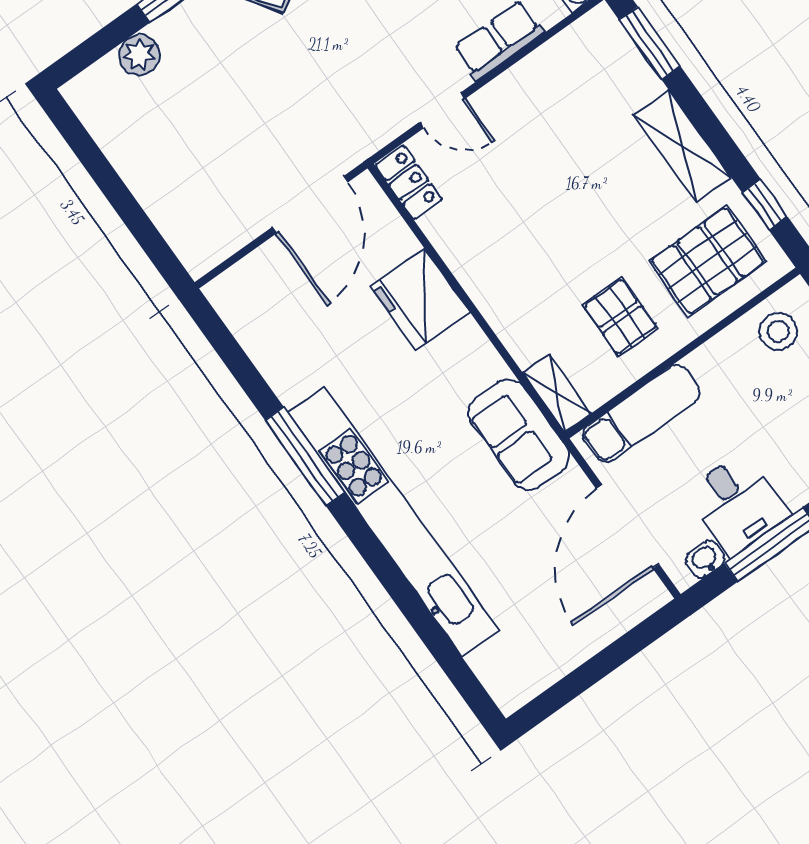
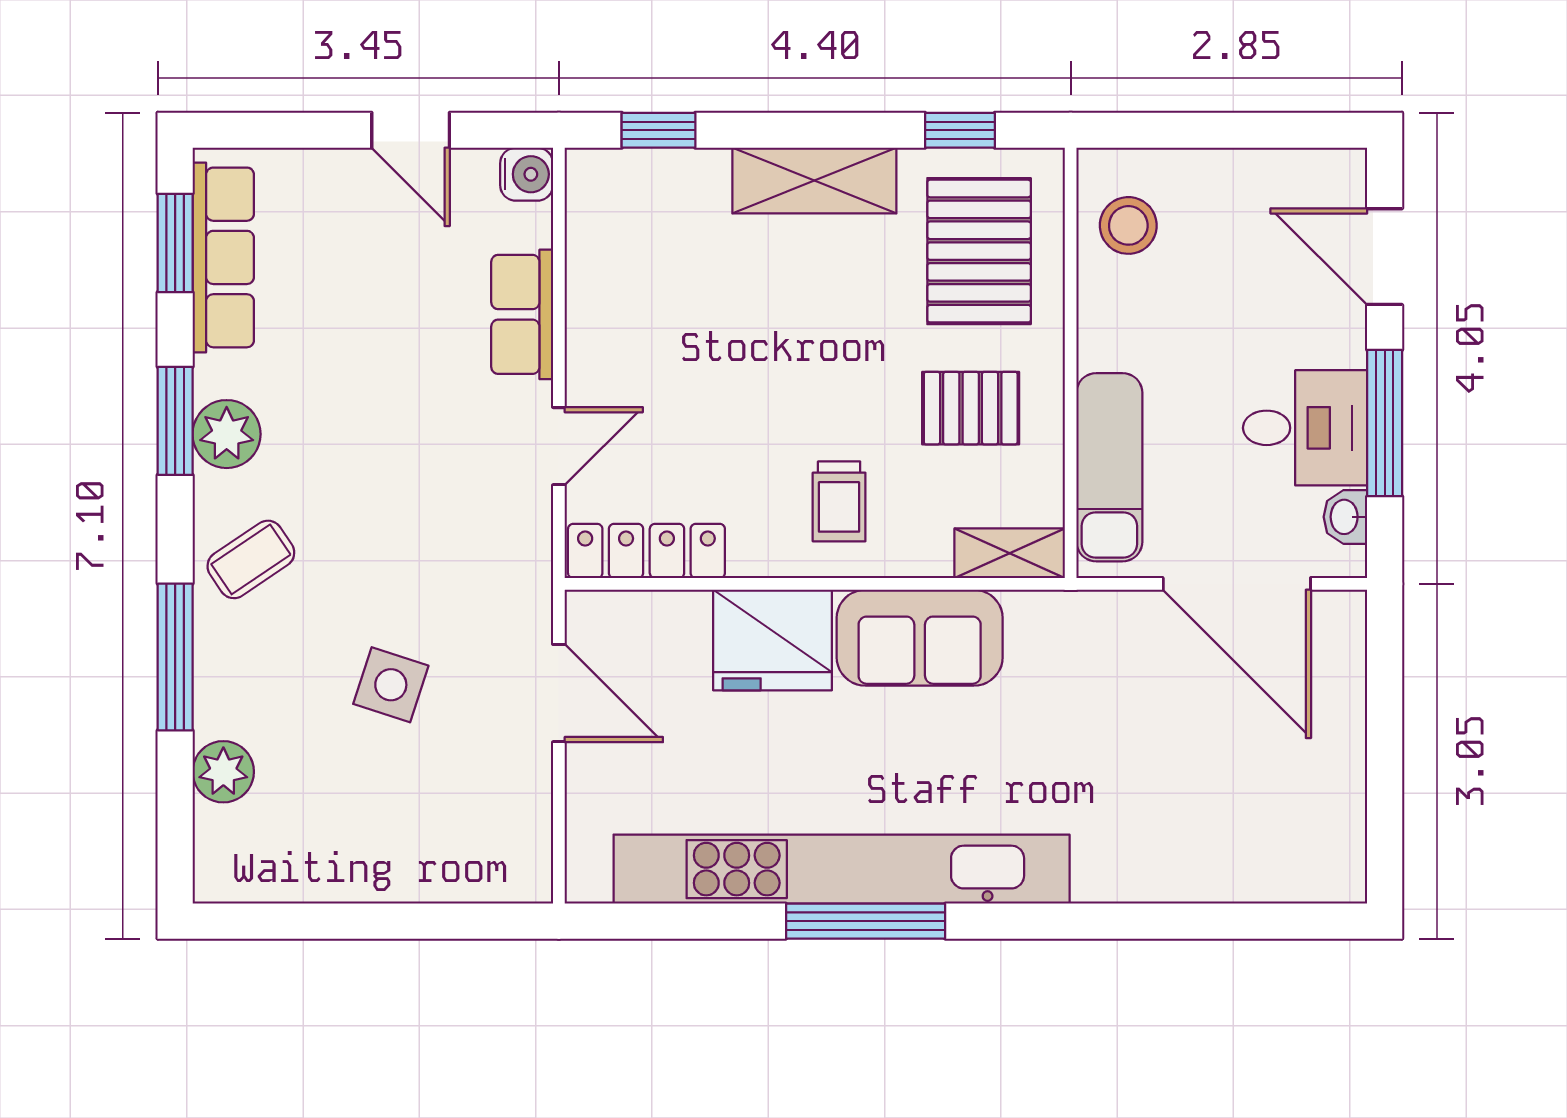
window: (650, 43) -> (658, 130), width x0.67
side table: (250, 112) -> (391, 685), added
locker: (409, 182) -> (646, 551), width x1.53
door: (310, 205) -> (559, 693), width x0.73
trolley: (520, 282) -> (839, 501), added
sofa: (518, 435) -> (920, 638), moved
kitchen unit: (394, 522) -> (842, 869), moved

